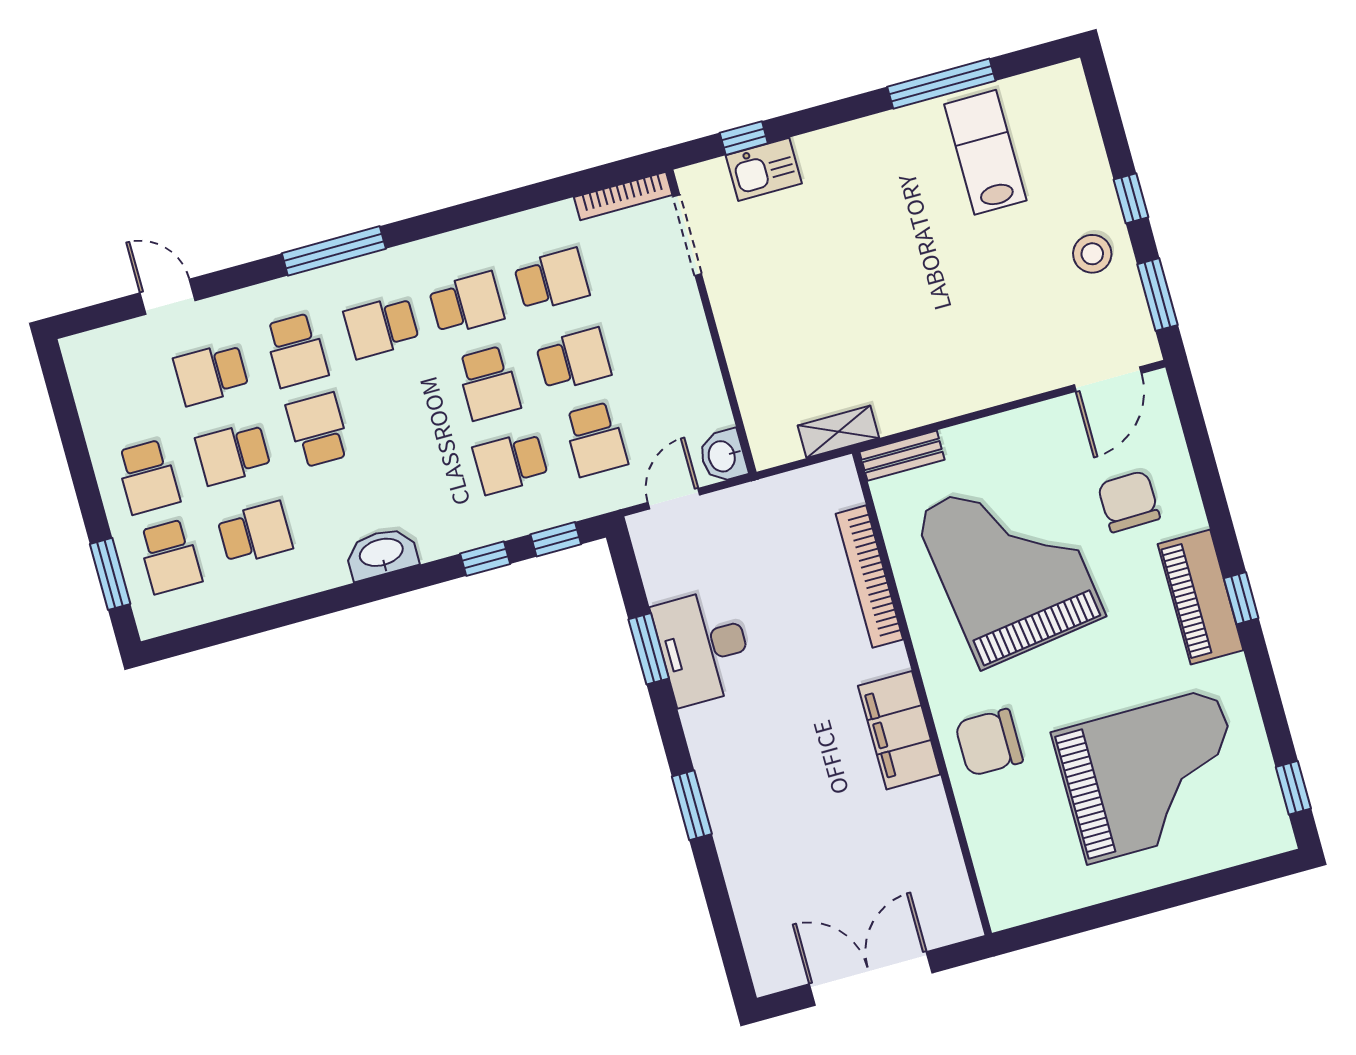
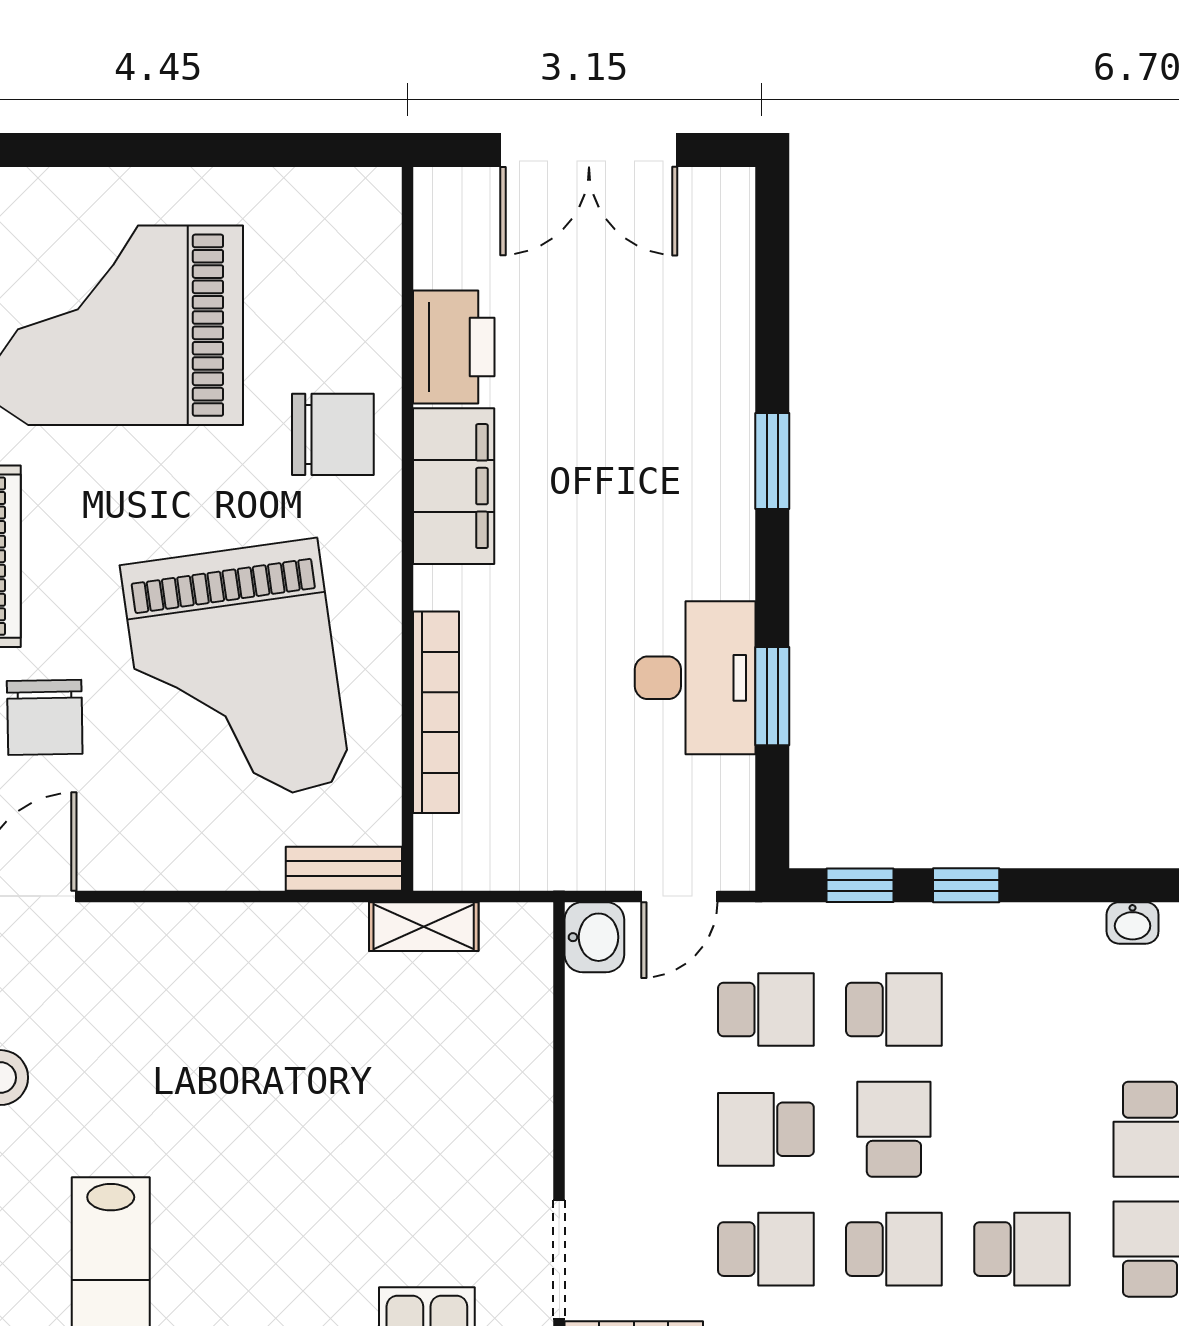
school desk: (552, 280) -> (766, 1249), turned 180
school desk: (466, 303) -> (894, 1249), turned 180
school desk: (596, 439) -> (766, 1010), turned 90
washbasin: (382, 554) -> (1133, 923), width x0.52, depth x0.69
printer: (925, 823) -> (454, 347), added

